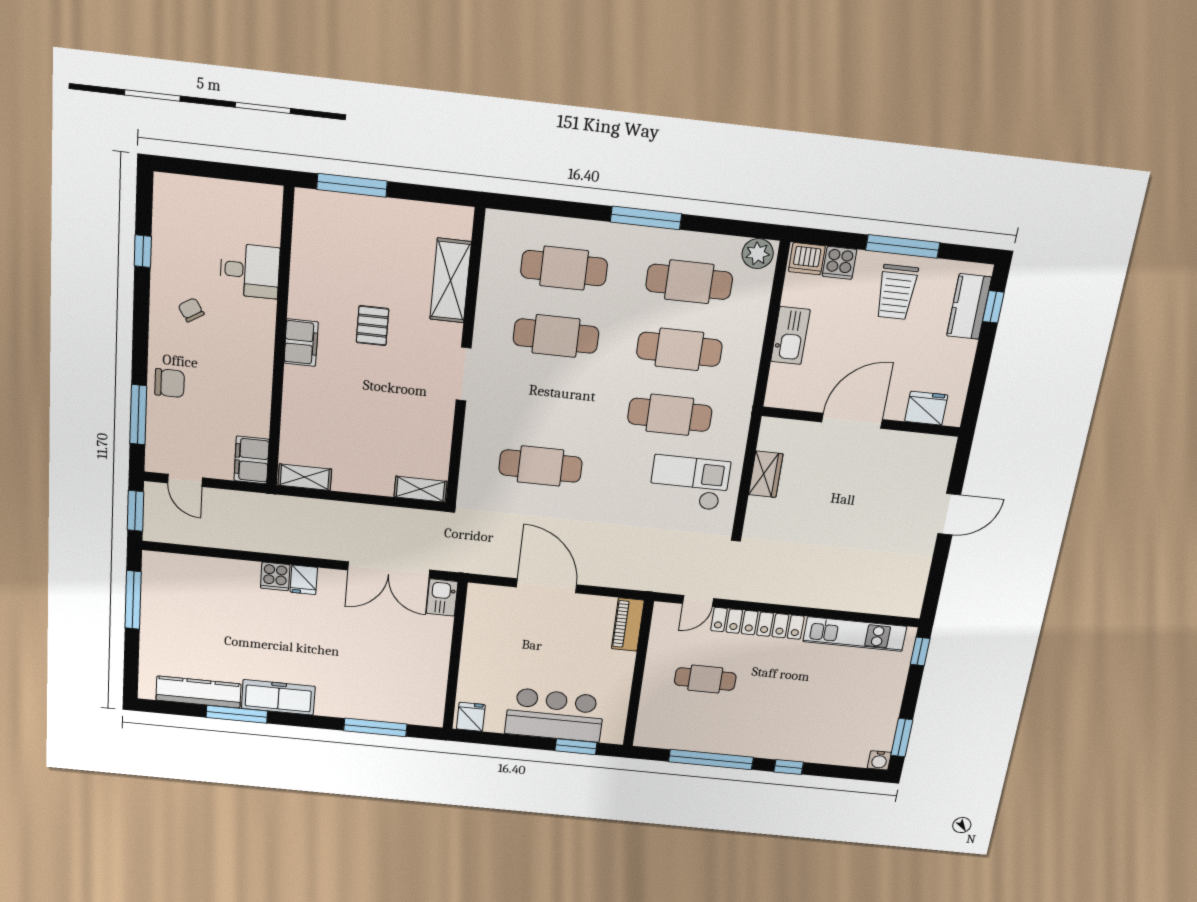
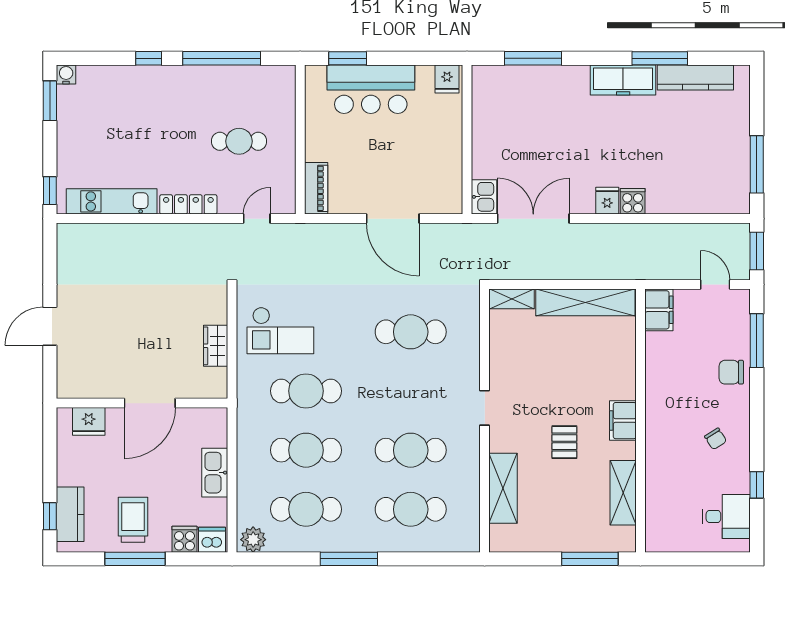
shelving: (306, 260) -> (623, 493), added
desk: (250, 271) -> (726, 516), moved, turned 180
doorway: (464, 374) -> (485, 408), width x0.73
shelving: (305, 477) -> (585, 302), width x2.20, depth x1.33
locker: (757, 623) -> (188, 204), width x0.71, depth x0.83

